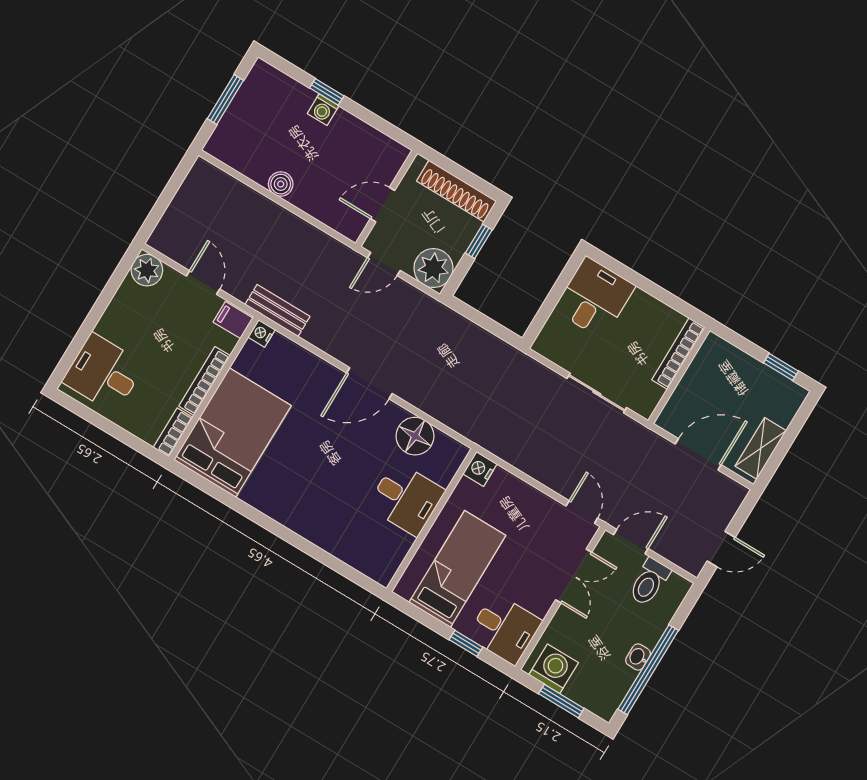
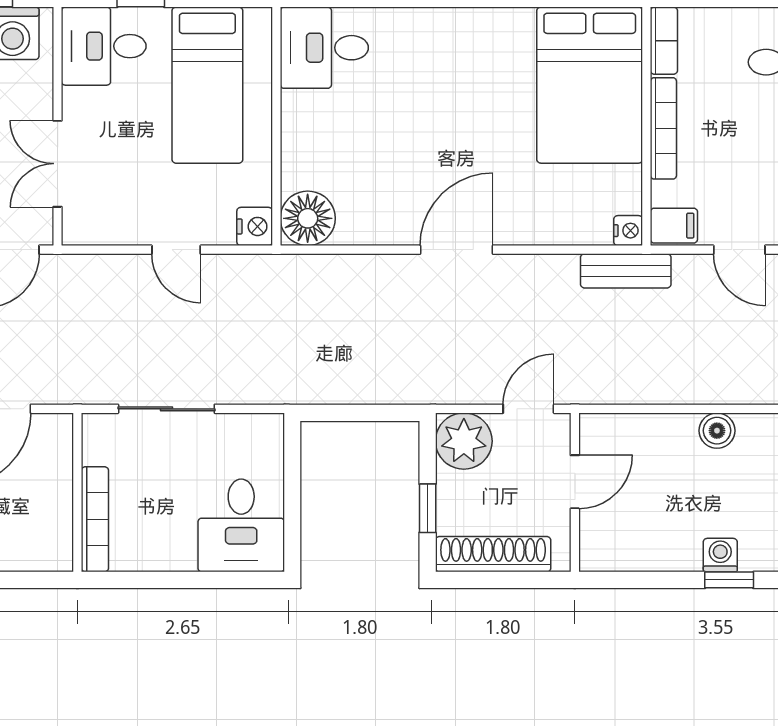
floor lamp: (415, 436) -> (308, 218), moved
desk: (406, 499) -> (324, 48), moved
door: (582, 512) -> (176, 250), moved

